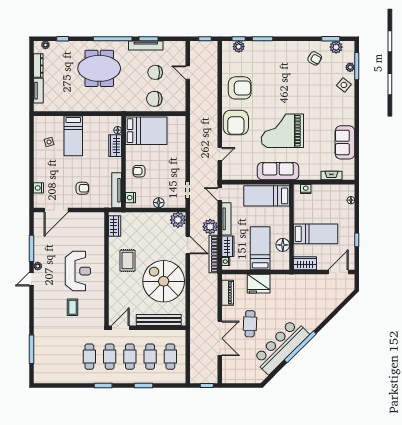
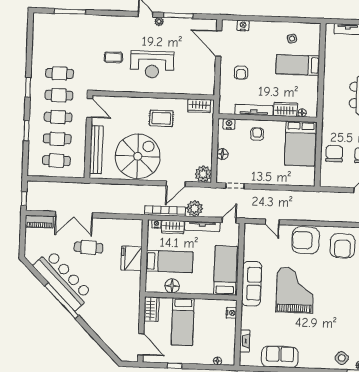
tv unit: (117, 190) -> (254, 110), moved
piano: (228, 293) -> (40, 222), moved

